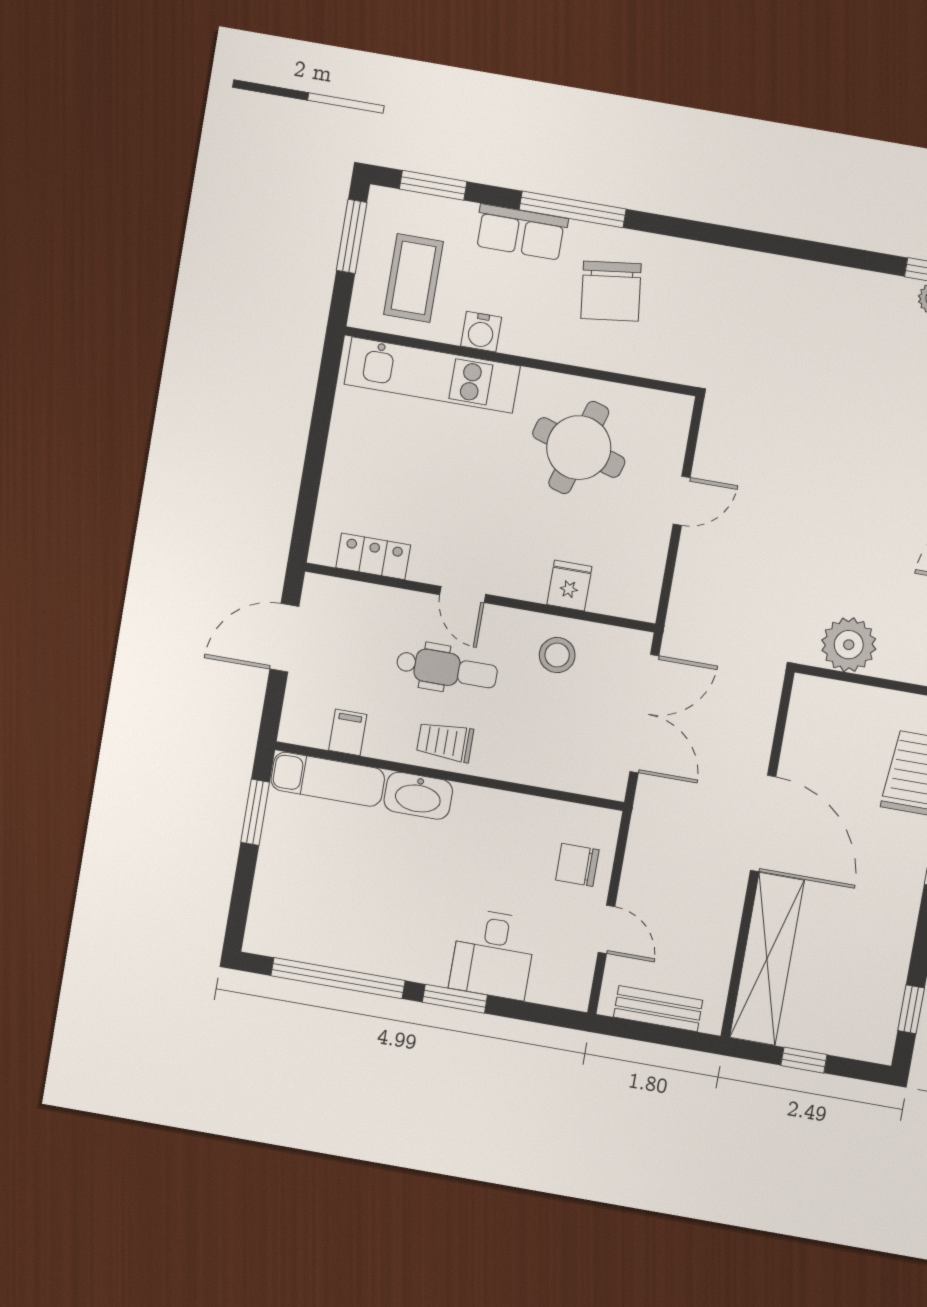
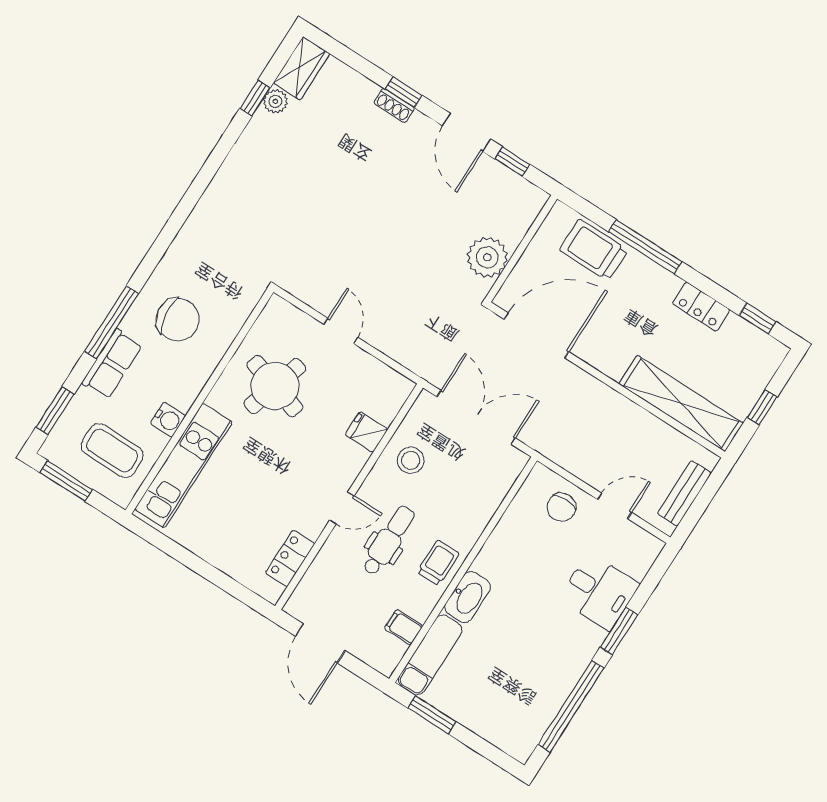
trolley: (445, 742) -> (438, 563), turned 180
door: (763, 824) -> (536, 335), moved
locker: (897, 934) -> (701, 307), added

